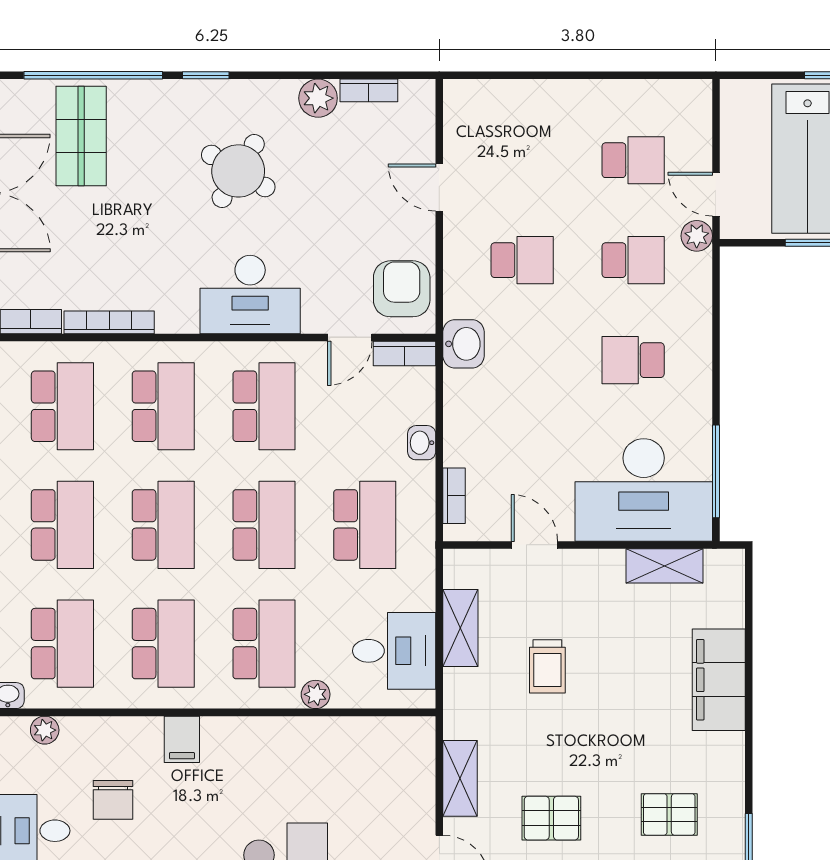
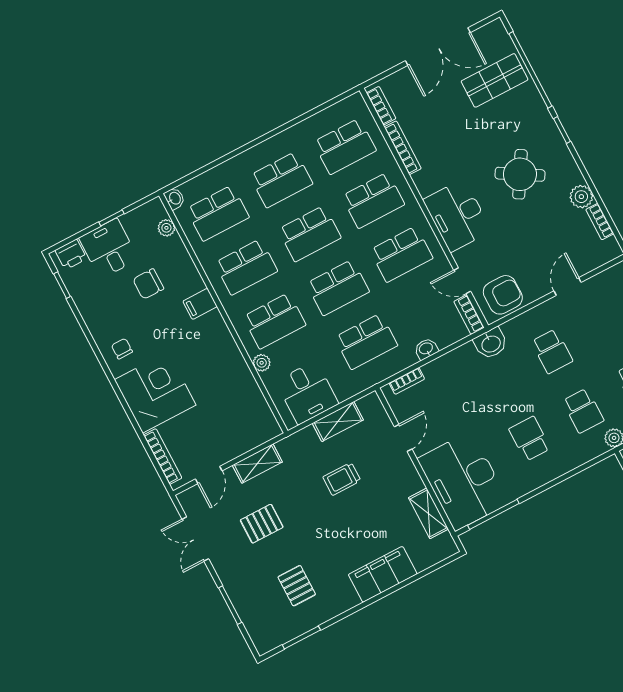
pallet: (551, 818) -> (262, 524), turned 90

